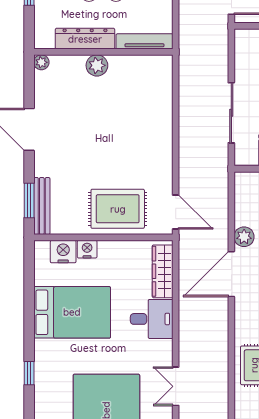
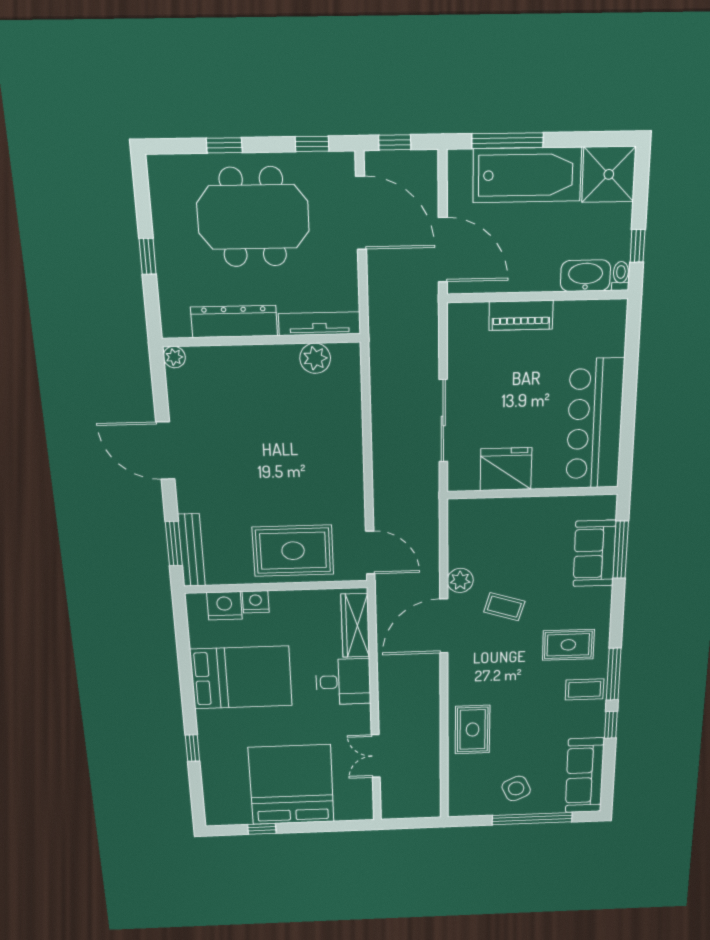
plant: (97, 65) -> (315, 358), moved

